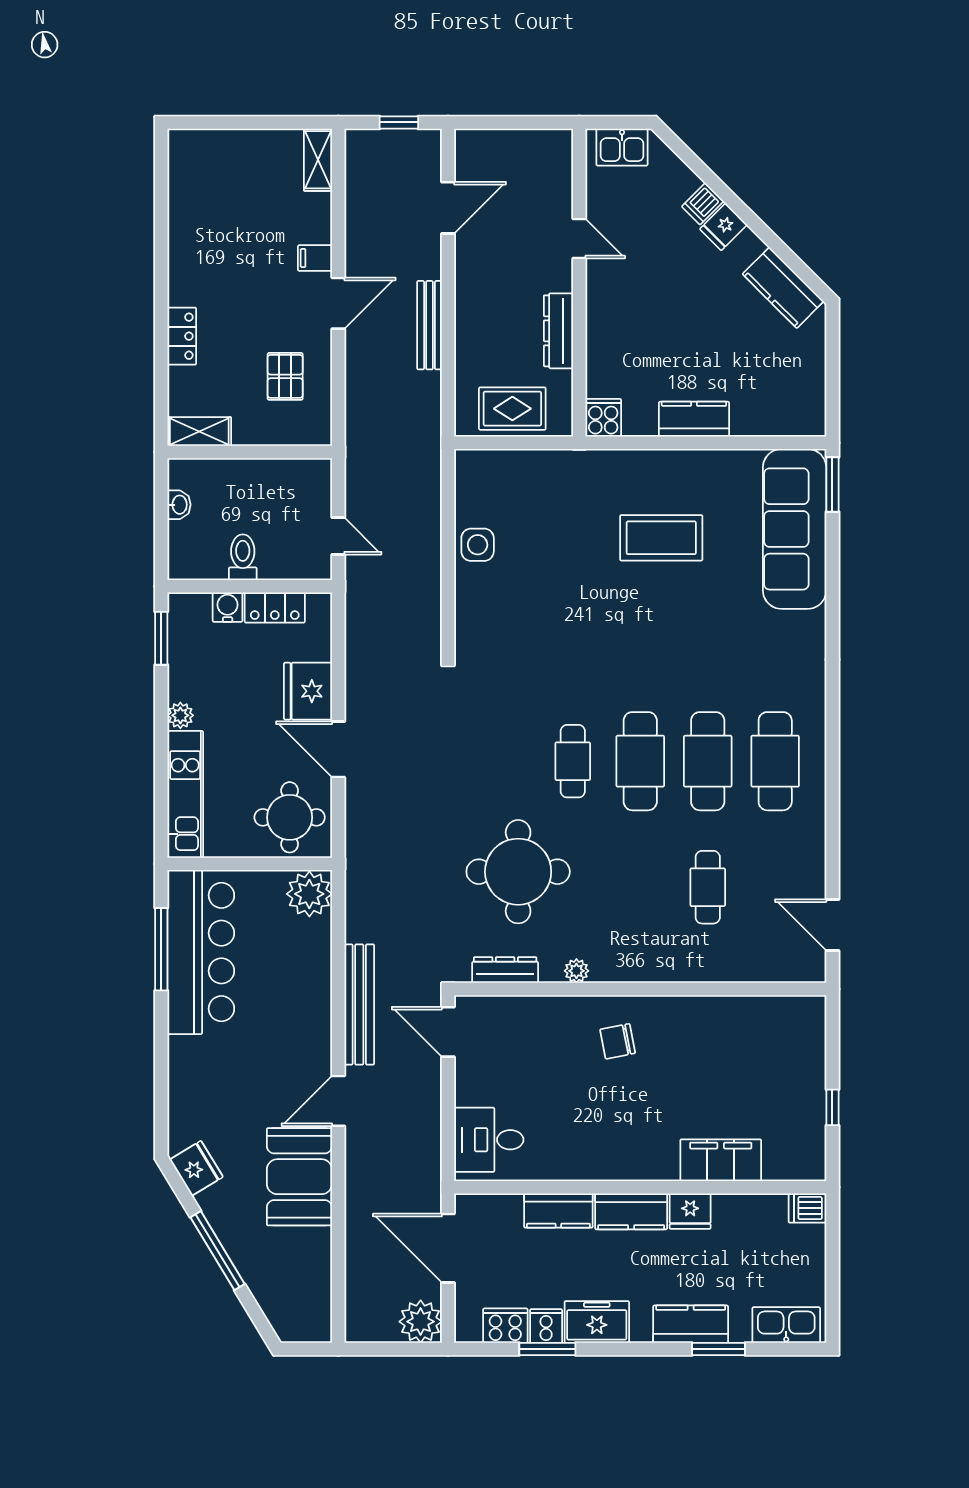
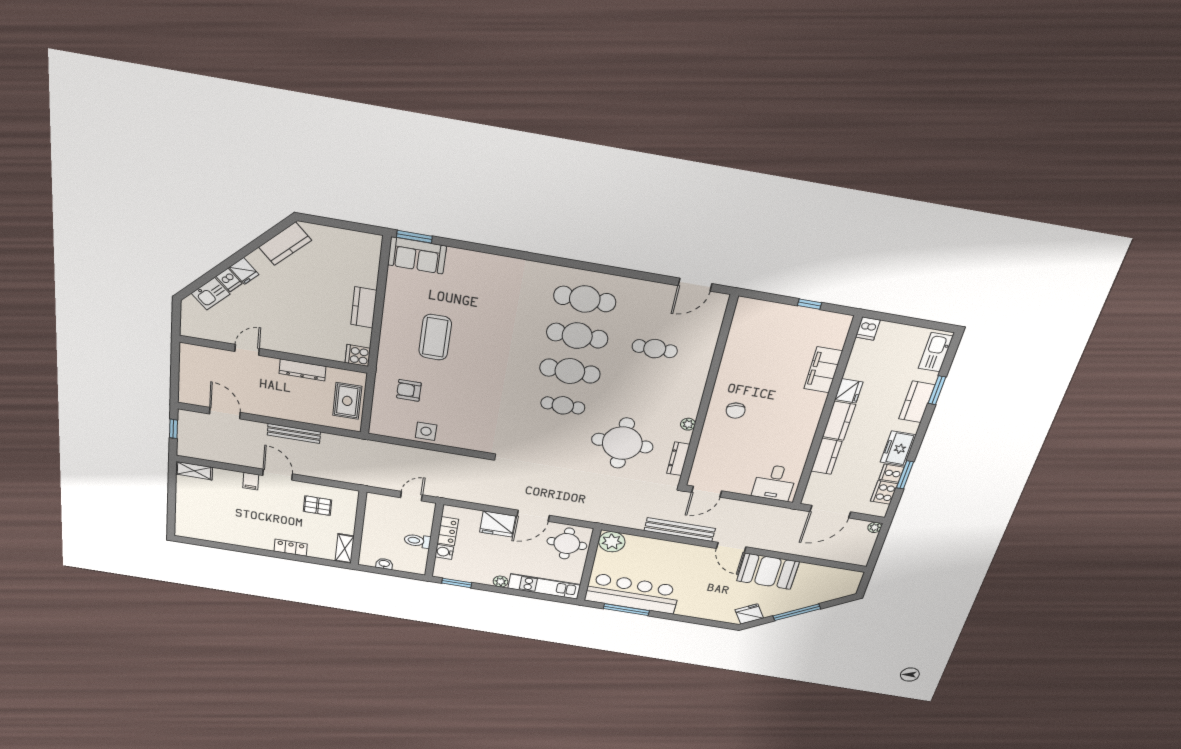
kitchen sink: (622, 147) -> (211, 294), moved, turned 45
armchair: (553, 507) -> (409, 390), added
sofa: (795, 529) -> (417, 255), width x0.54, depth x0.79
plant: (421, 1322) -> (875, 527), width x0.53, depth x0.53

